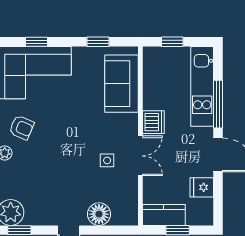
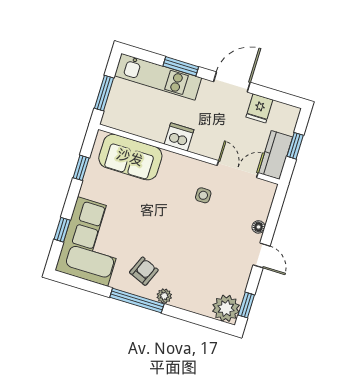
window: (172, 42) -> (104, 93), width x1.50
window: (218, 104) -> (181, 66), width x0.69
double door: (140, 156) -> (238, 169), moved
floor lamp: (99, 214) -> (259, 227), width x0.53, depth x0.53

